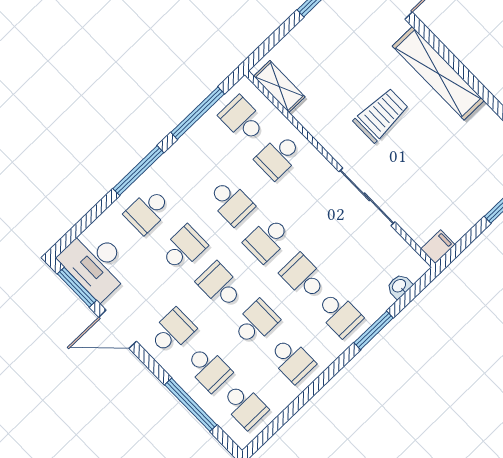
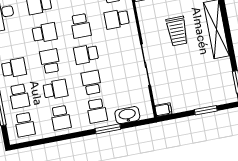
trolley: (381, 115) -> (177, 31), turned 90
washbasin: (399, 286) -> (127, 115), width x1.91, depth x1.45

